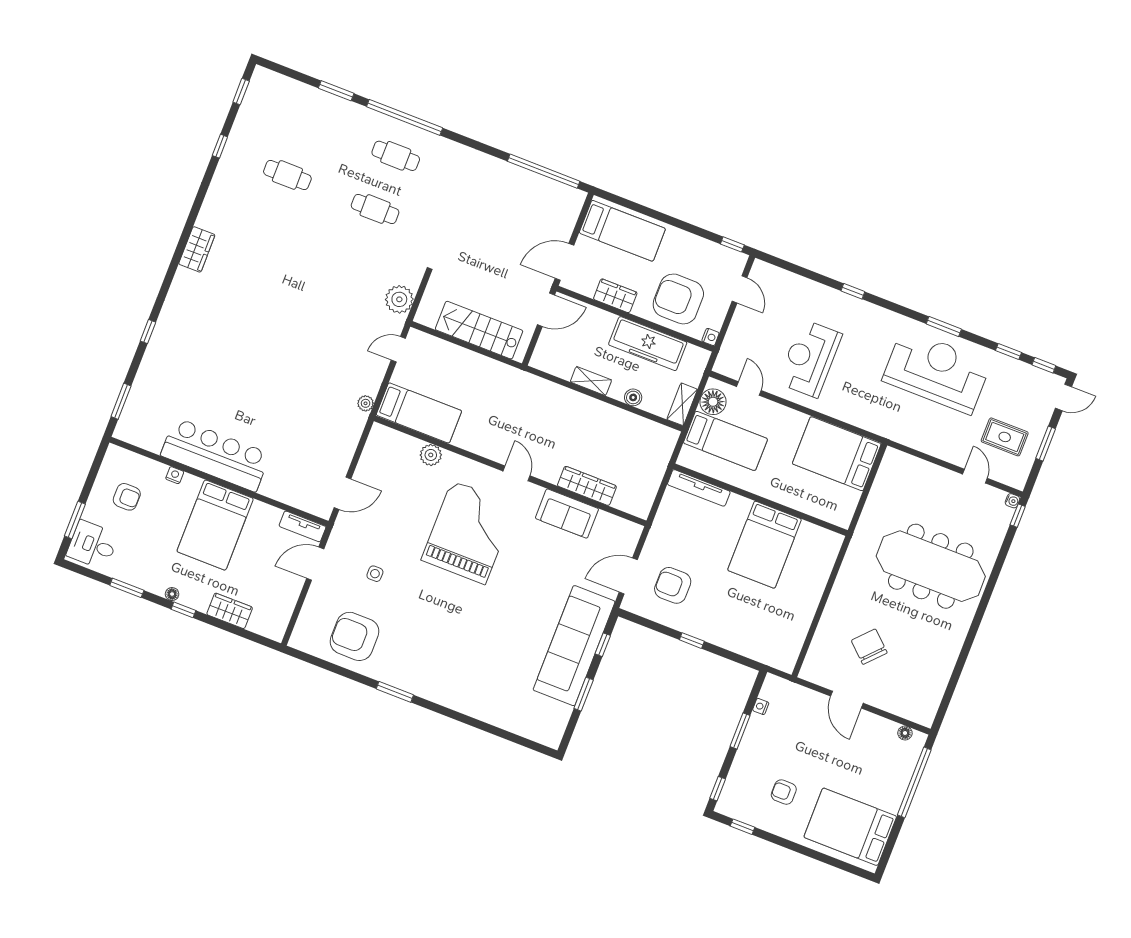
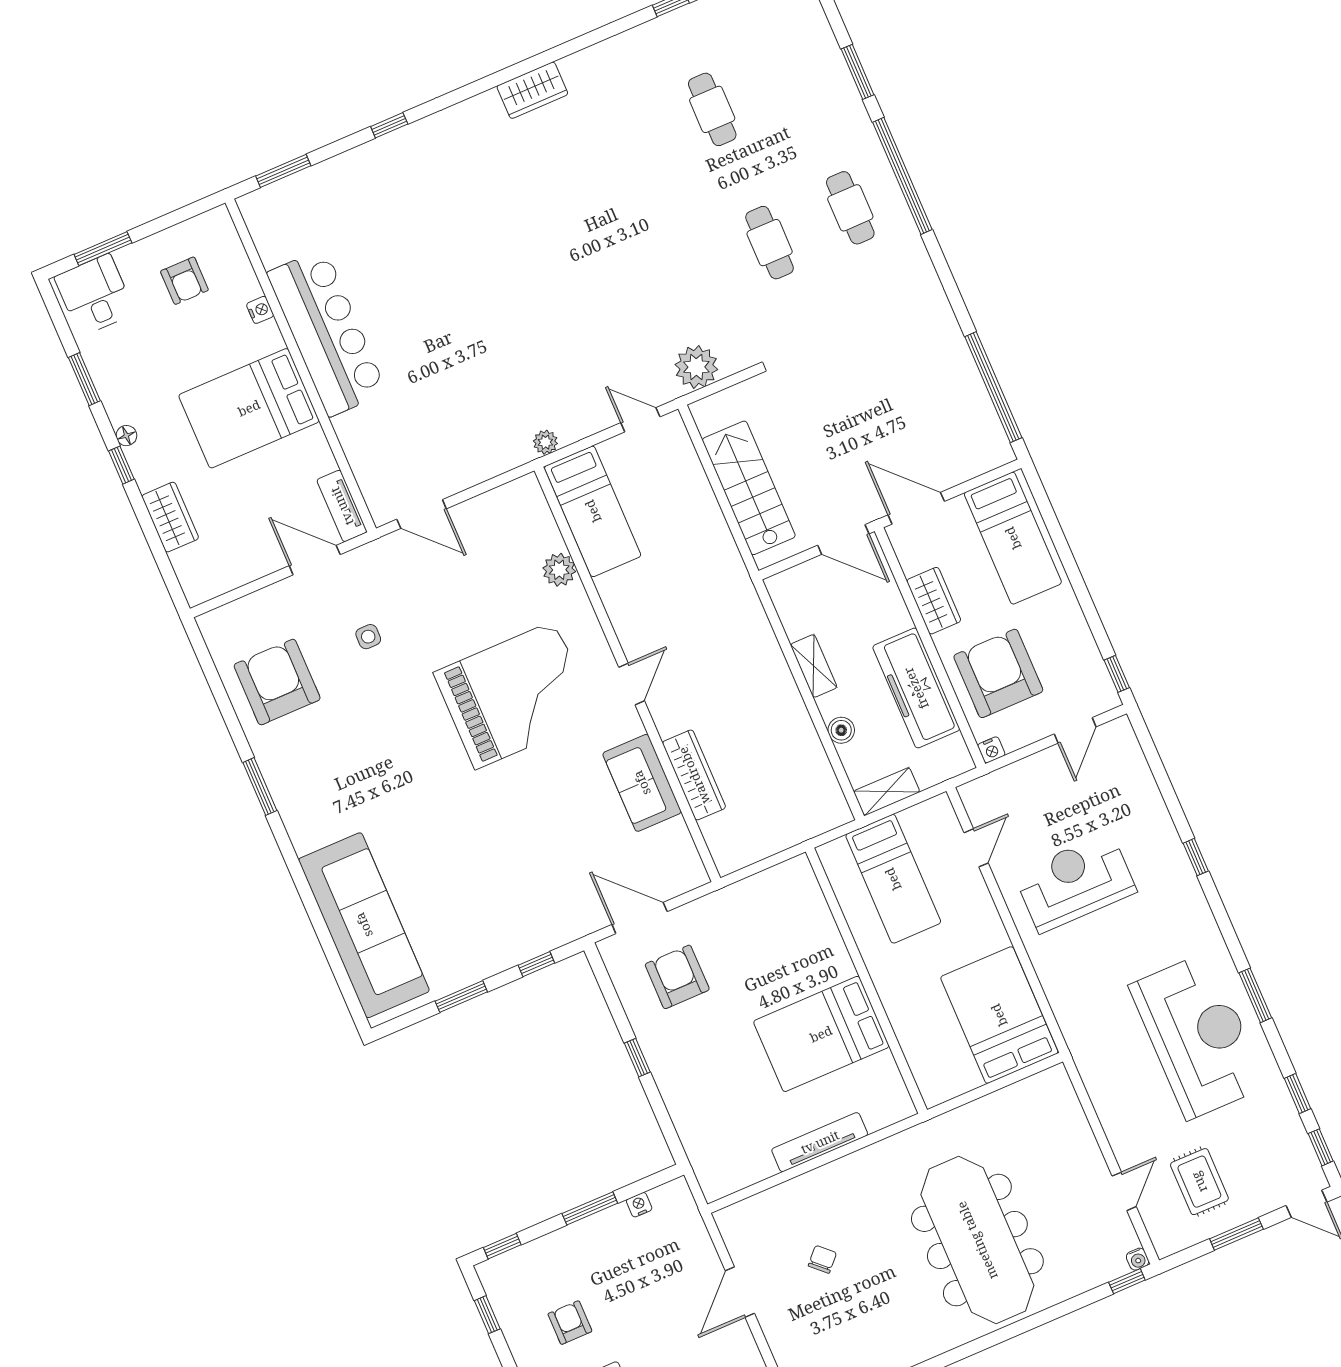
floor lamp: (713, 402) -> (923, 823), removed
tv unit: (699, 488) -> (820, 1142), moved, turned 90
sofa: (574, 646) -> (364, 925), moved, turned 90
chair: (869, 647) -> (822, 1259), width x0.54, depth x0.54

